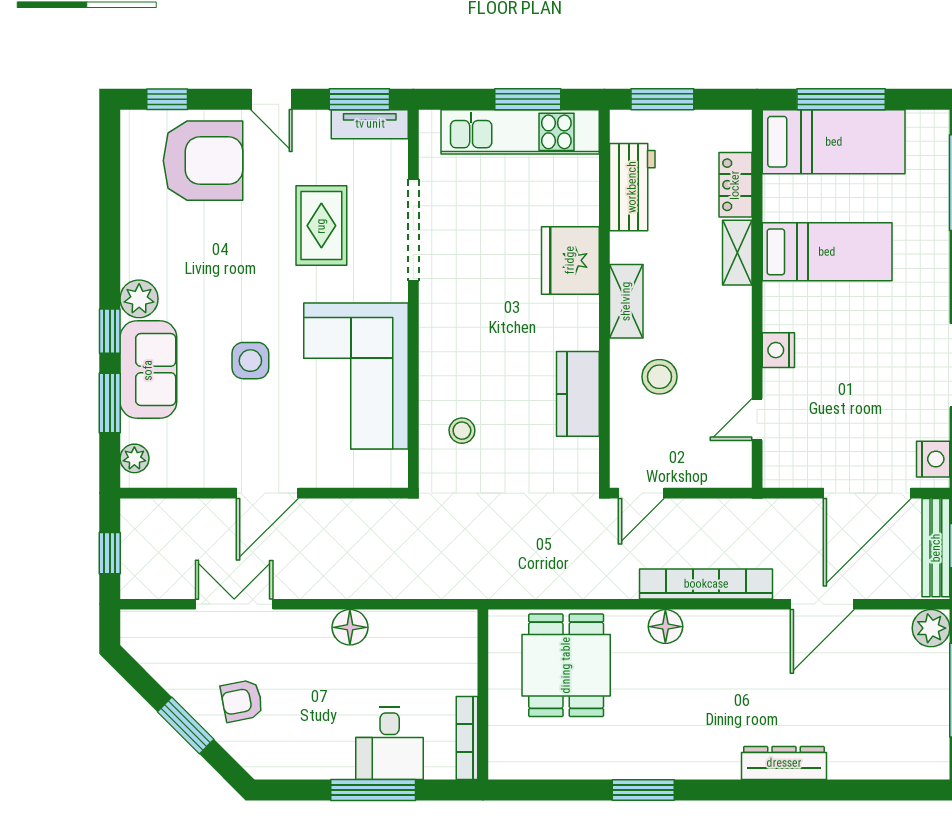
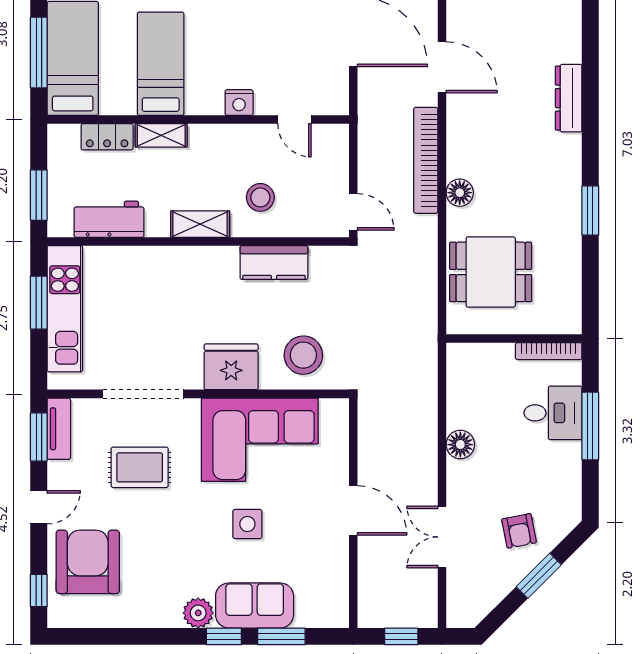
fridge: (570, 260) -> (231, 367), moved, turned 180
stool: (462, 431) -> (303, 355), width x1.89, depth x1.89
plant: (134, 458) -> (326, 617), removed

